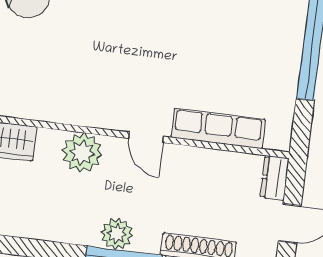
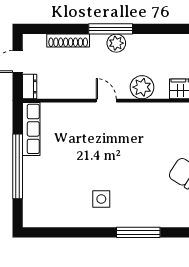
row of seats: (218, 128) -> (31, 129), moved, turned -90

